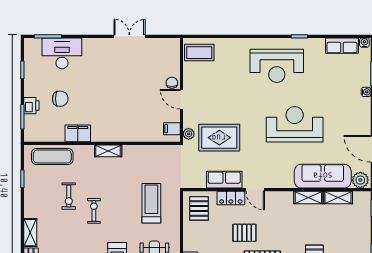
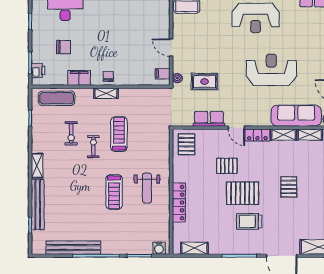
chair: (172, 83) -> (108, 76), moved
printer: (31, 106) -> (38, 71), moved
rug: (219, 138) -> (205, 82), width x0.73, depth x0.70
locker: (231, 198) -> (257, 135), moved
treadmill: (151, 203) -> (119, 134), moved

